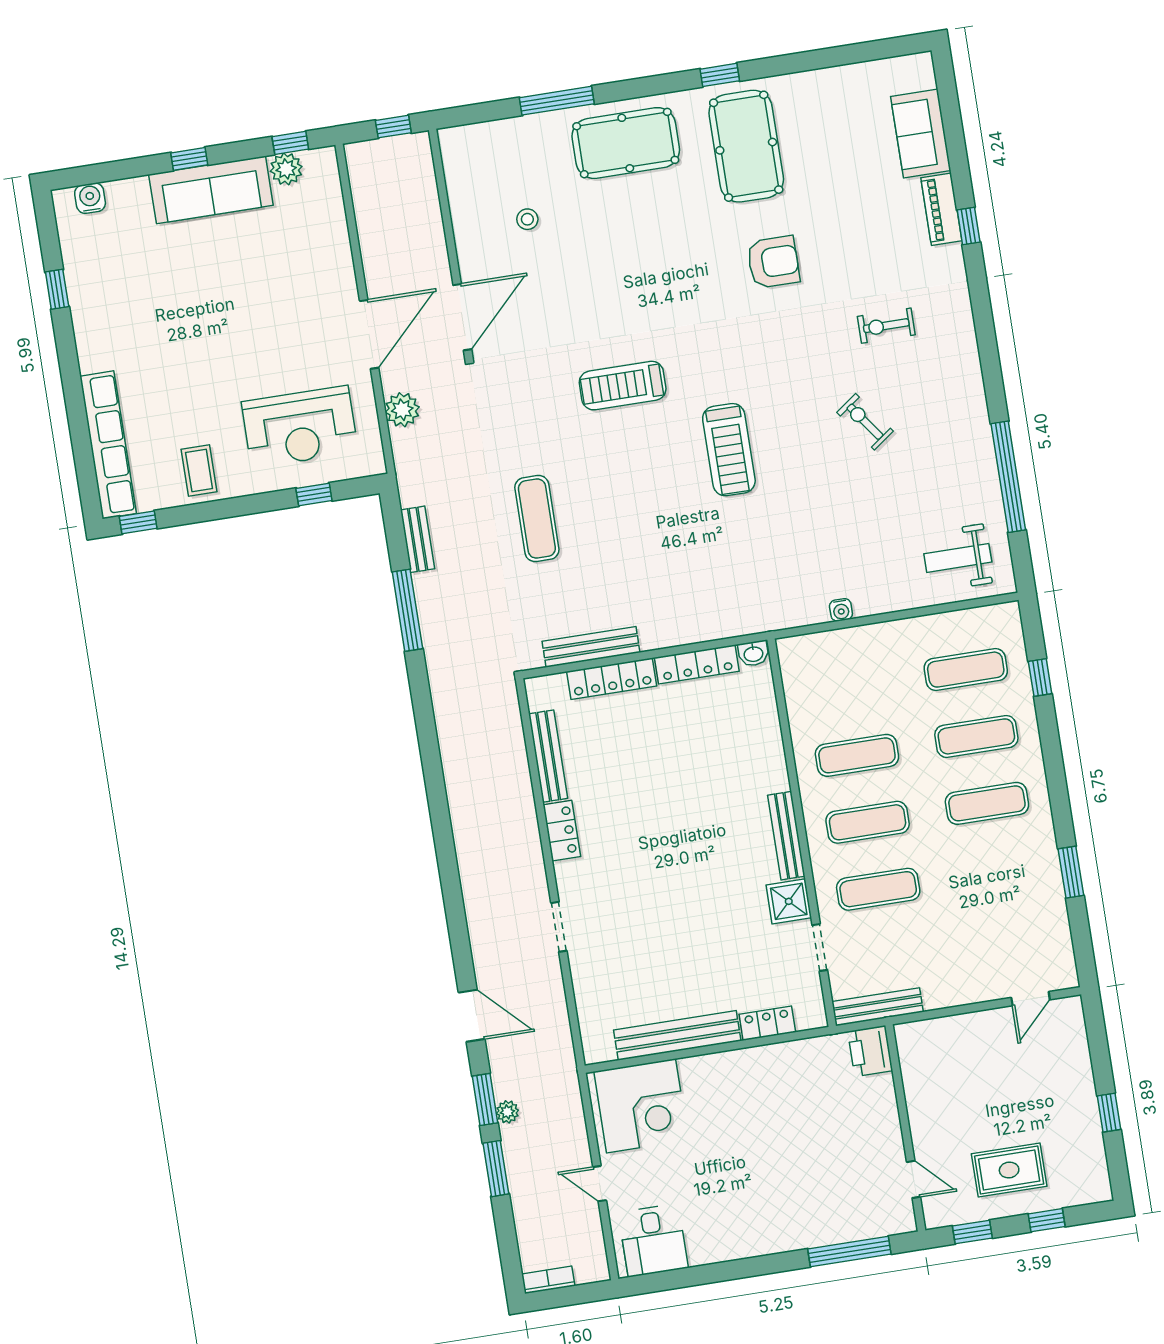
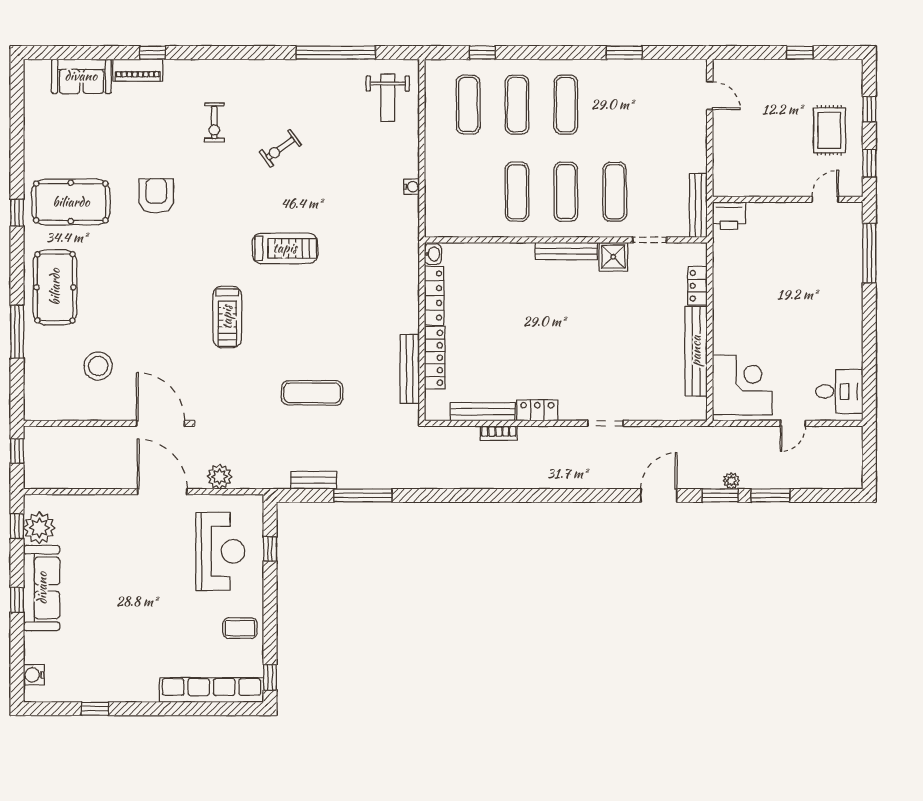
plant: (286, 169) -> (39, 528), width x1.36, depth x1.36
stool: (527, 219) -> (98, 366), width x1.89, depth x1.89
bookcase: (548, 1280) -> (499, 433), moved, turned -90

